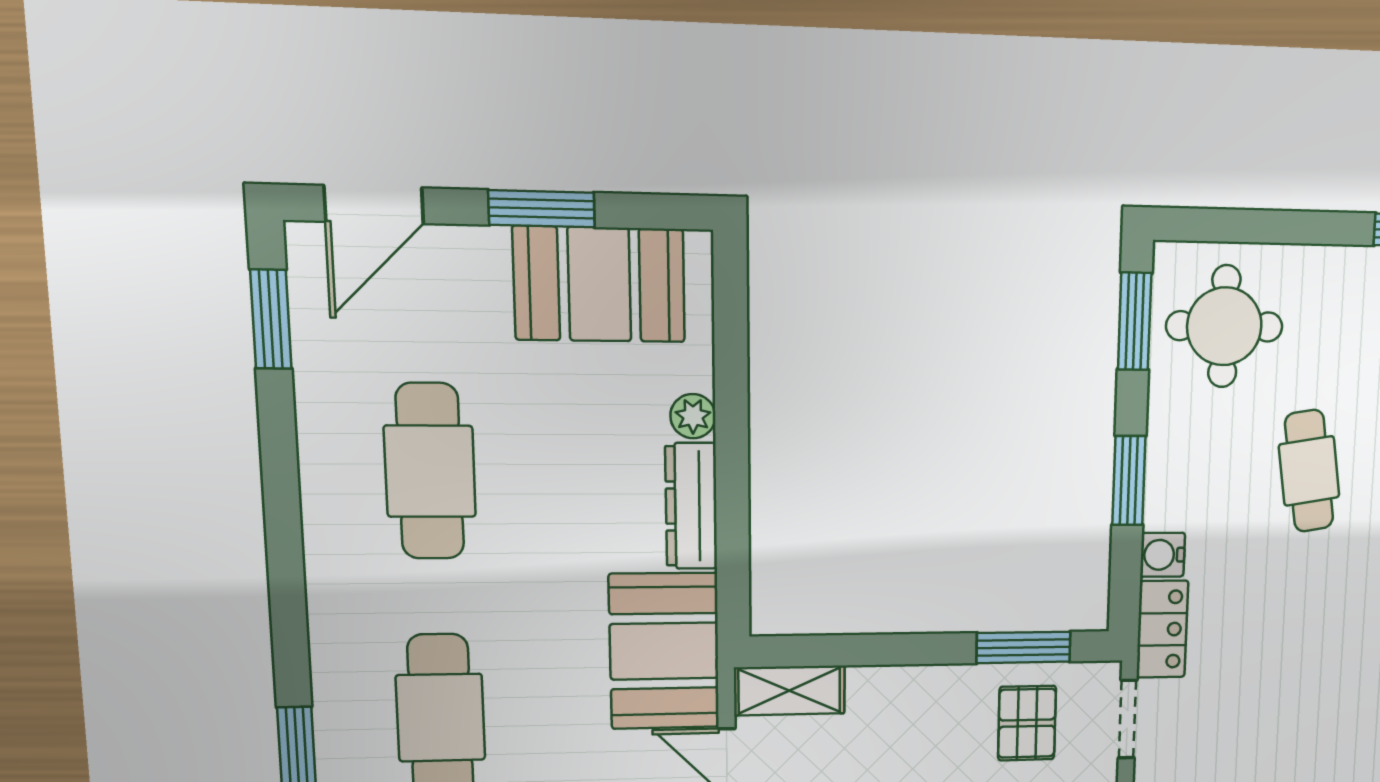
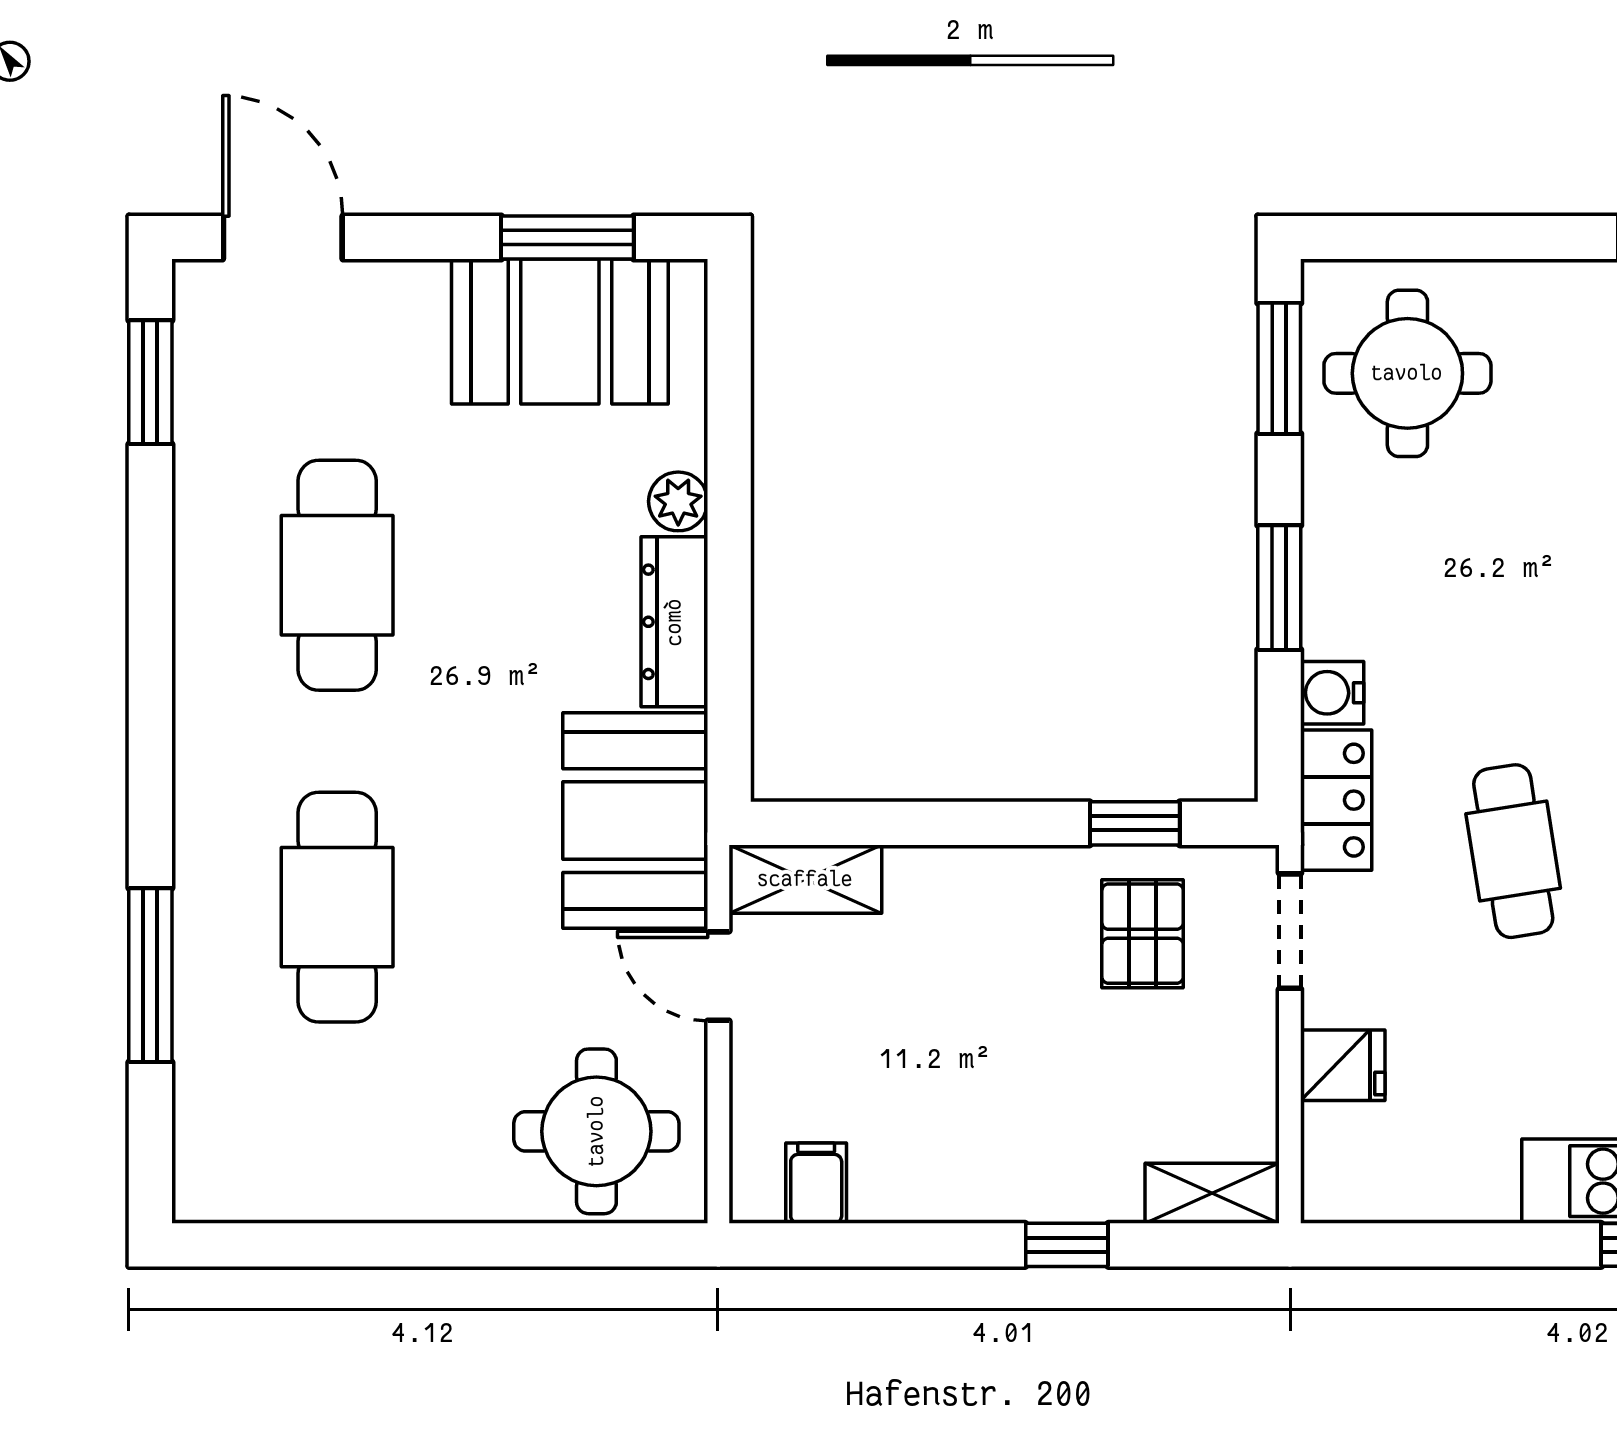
door: (374, 205) -> (283, 237), swing flipped
window: (542, 209) -> (567, 237), moved
cafe table: (1309, 471) -> (1513, 851), moved
window: (1024, 647) -> (1135, 823), width x0.67

